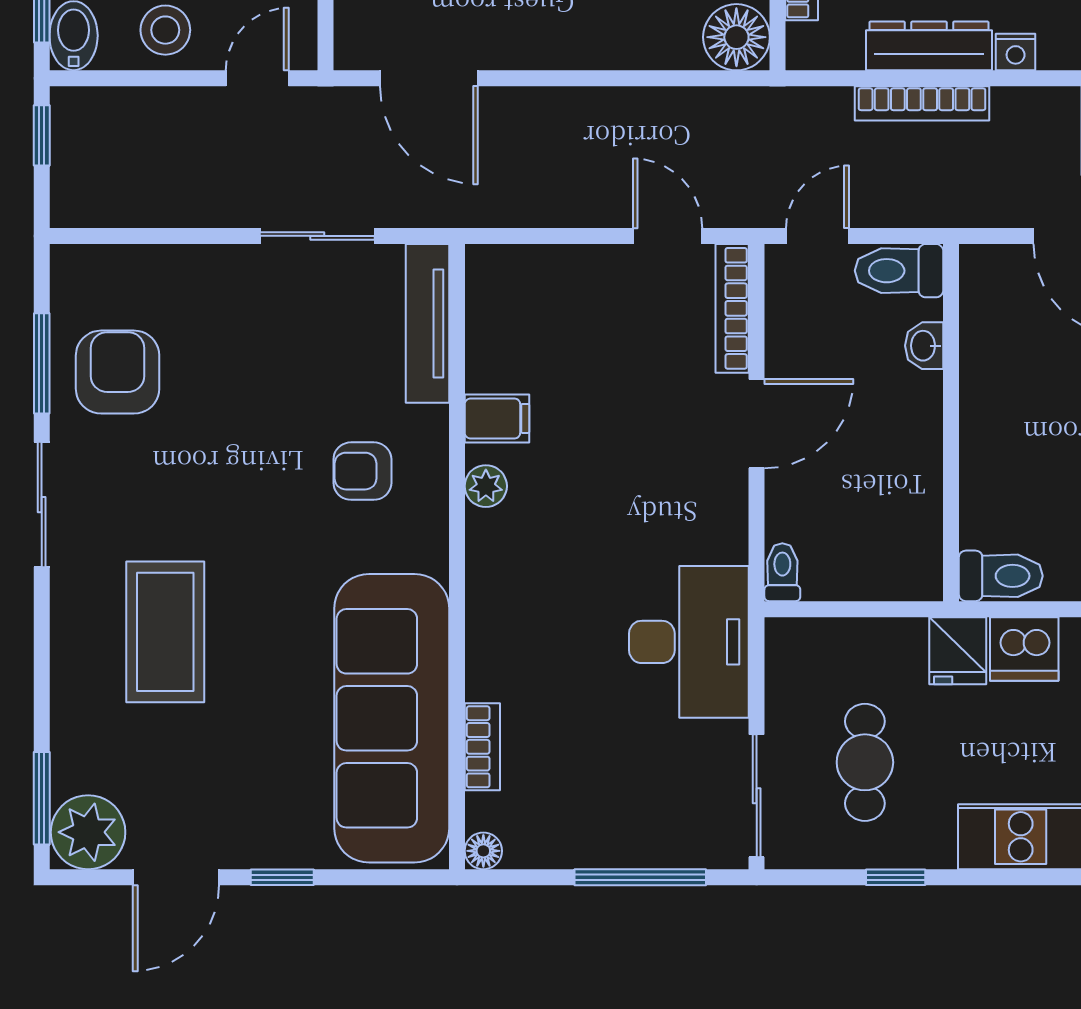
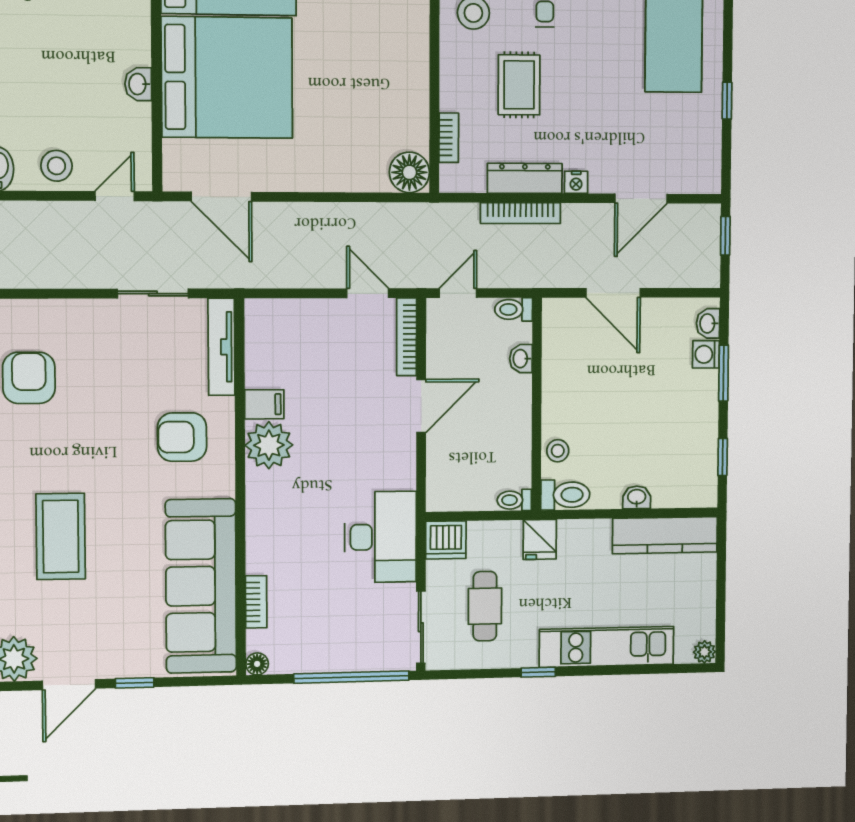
toilet: (899, 271) -> (514, 309), width x0.73, depth x0.72
armchair: (362, 471) -> (182, 437), width x1.38, depth x1.38
plant: (486, 486) -> (269, 445), width x1.88, depth x1.88
stool: (987, 501) -> (558, 451), added
toilet: (782, 572) -> (514, 500), moved, turned -90
dishwasher: (1024, 649) -> (446, 540), moved
window: (640, 877) -> (352, 677), width x1.46
window: (896, 877) -> (538, 672), moved

